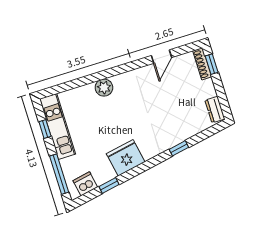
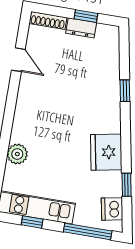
window: (212, 64) -> (86, 16), moved
plant: (104, 88) -> (17, 154), moved
dresser: (215, 110) -> (81, 28), moved

